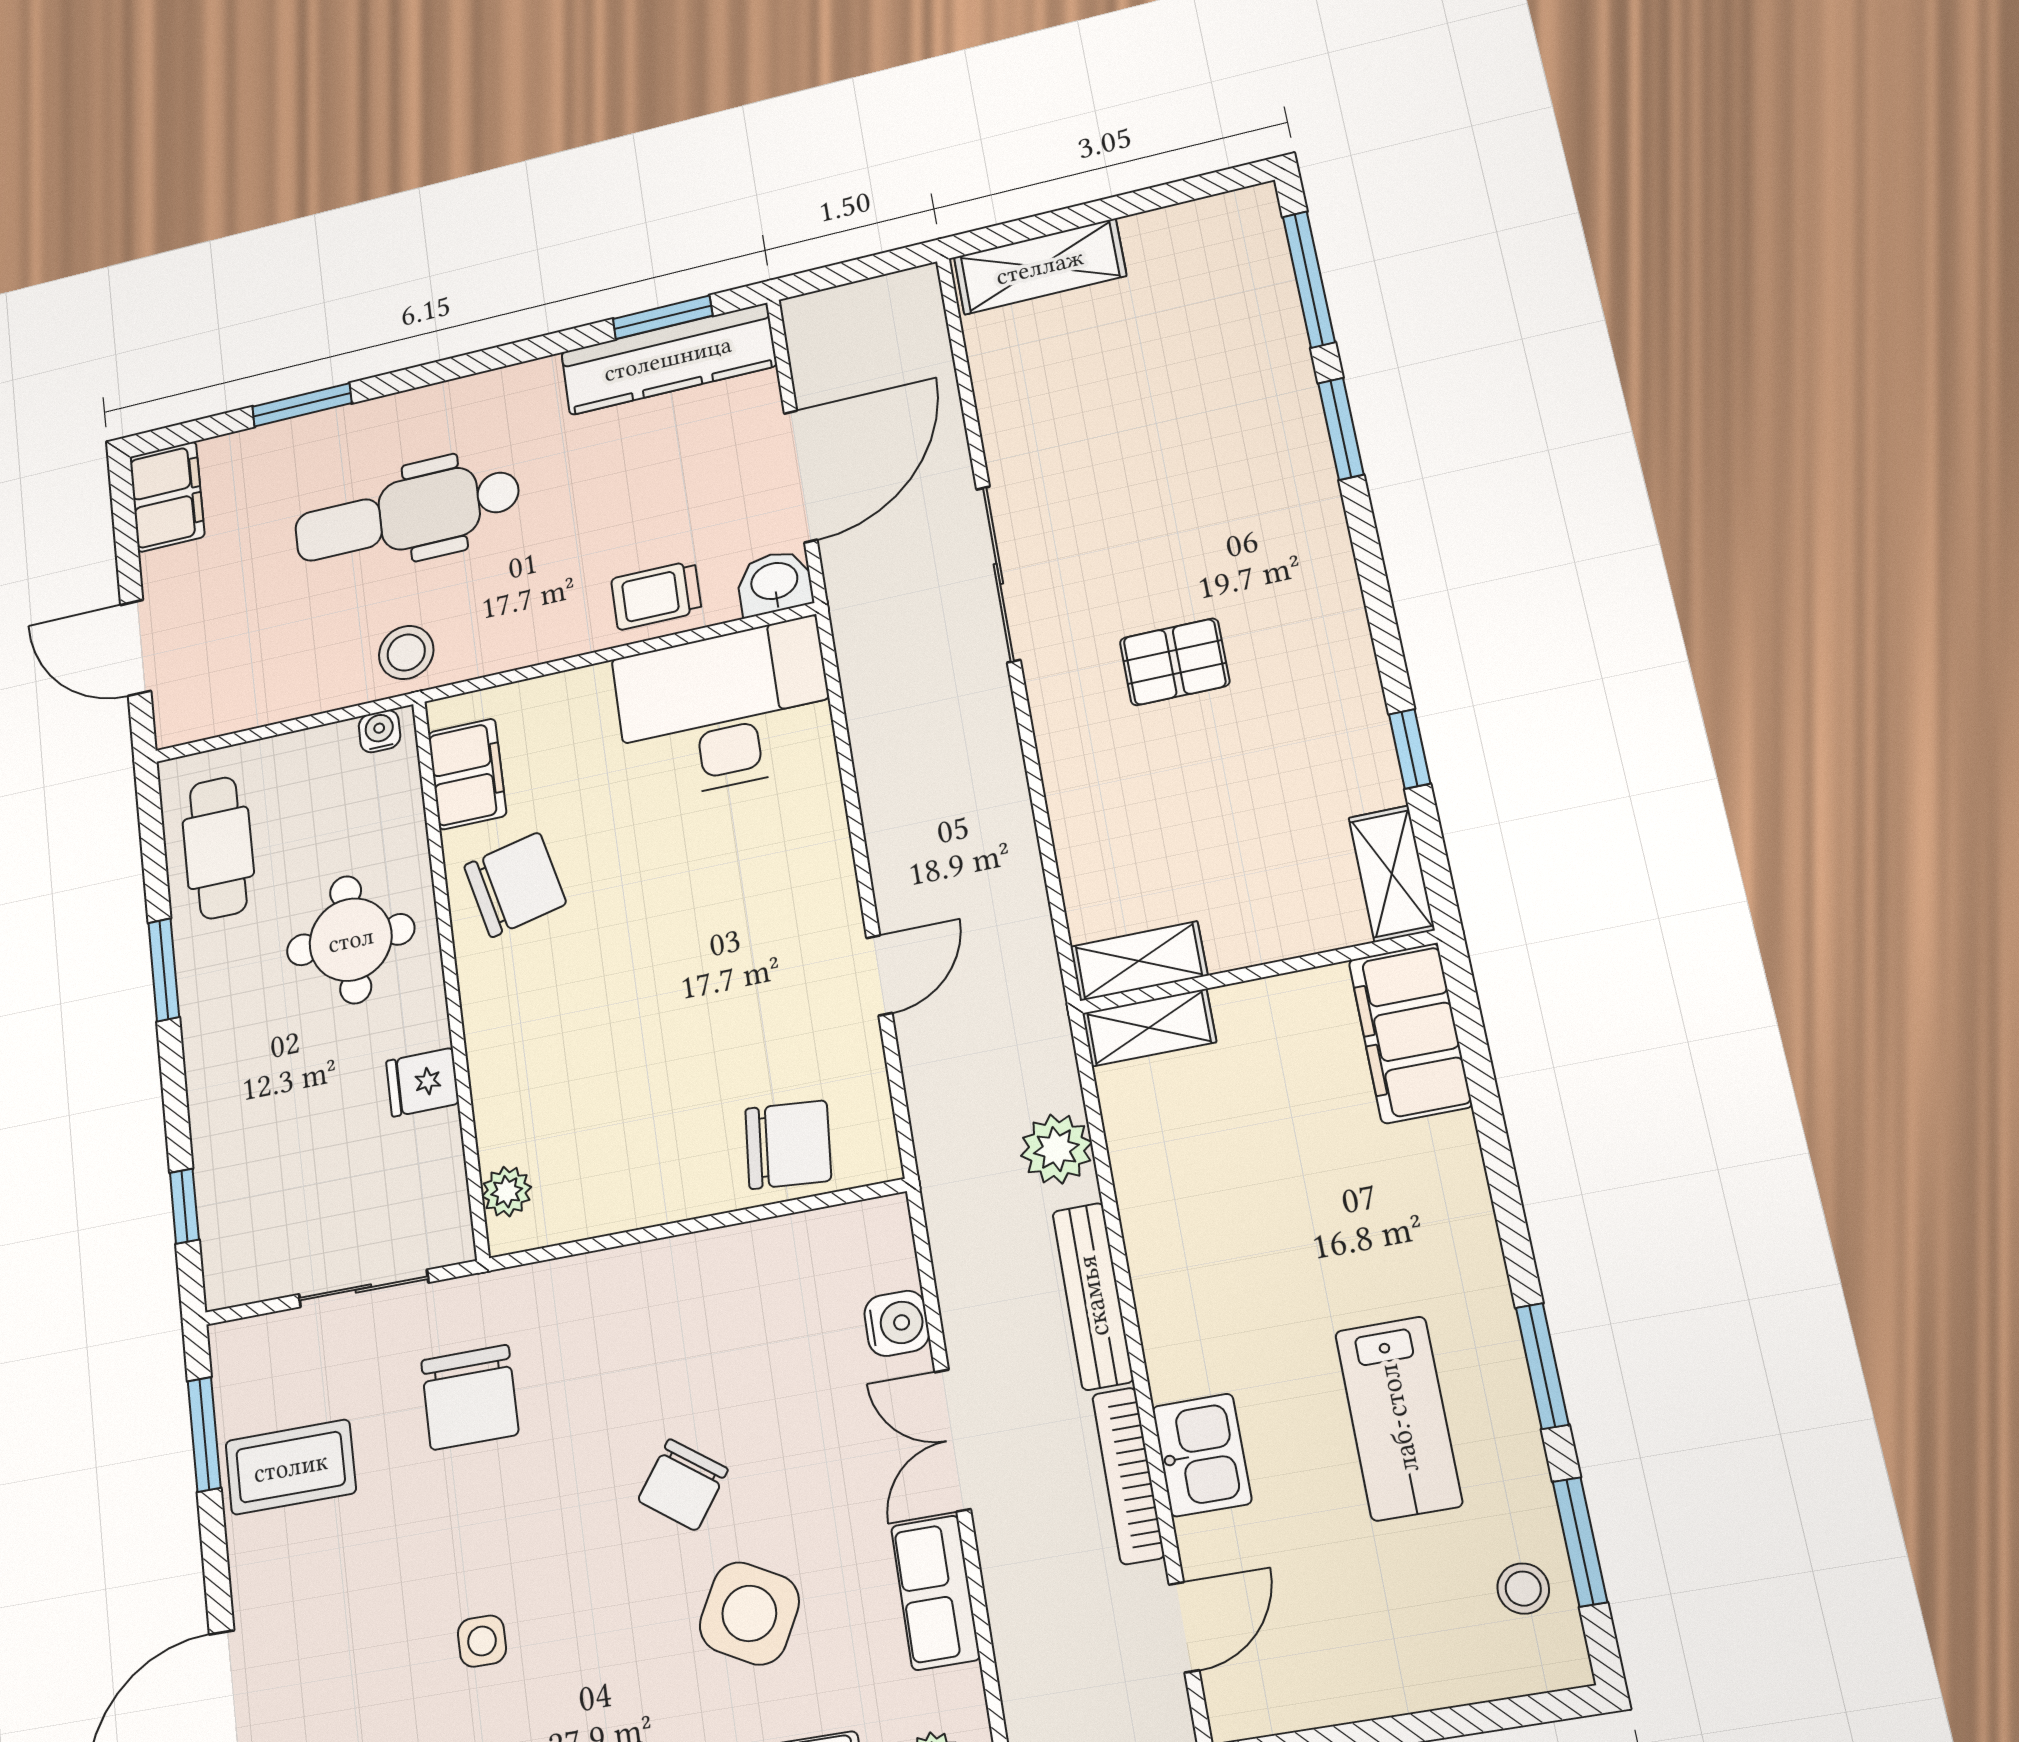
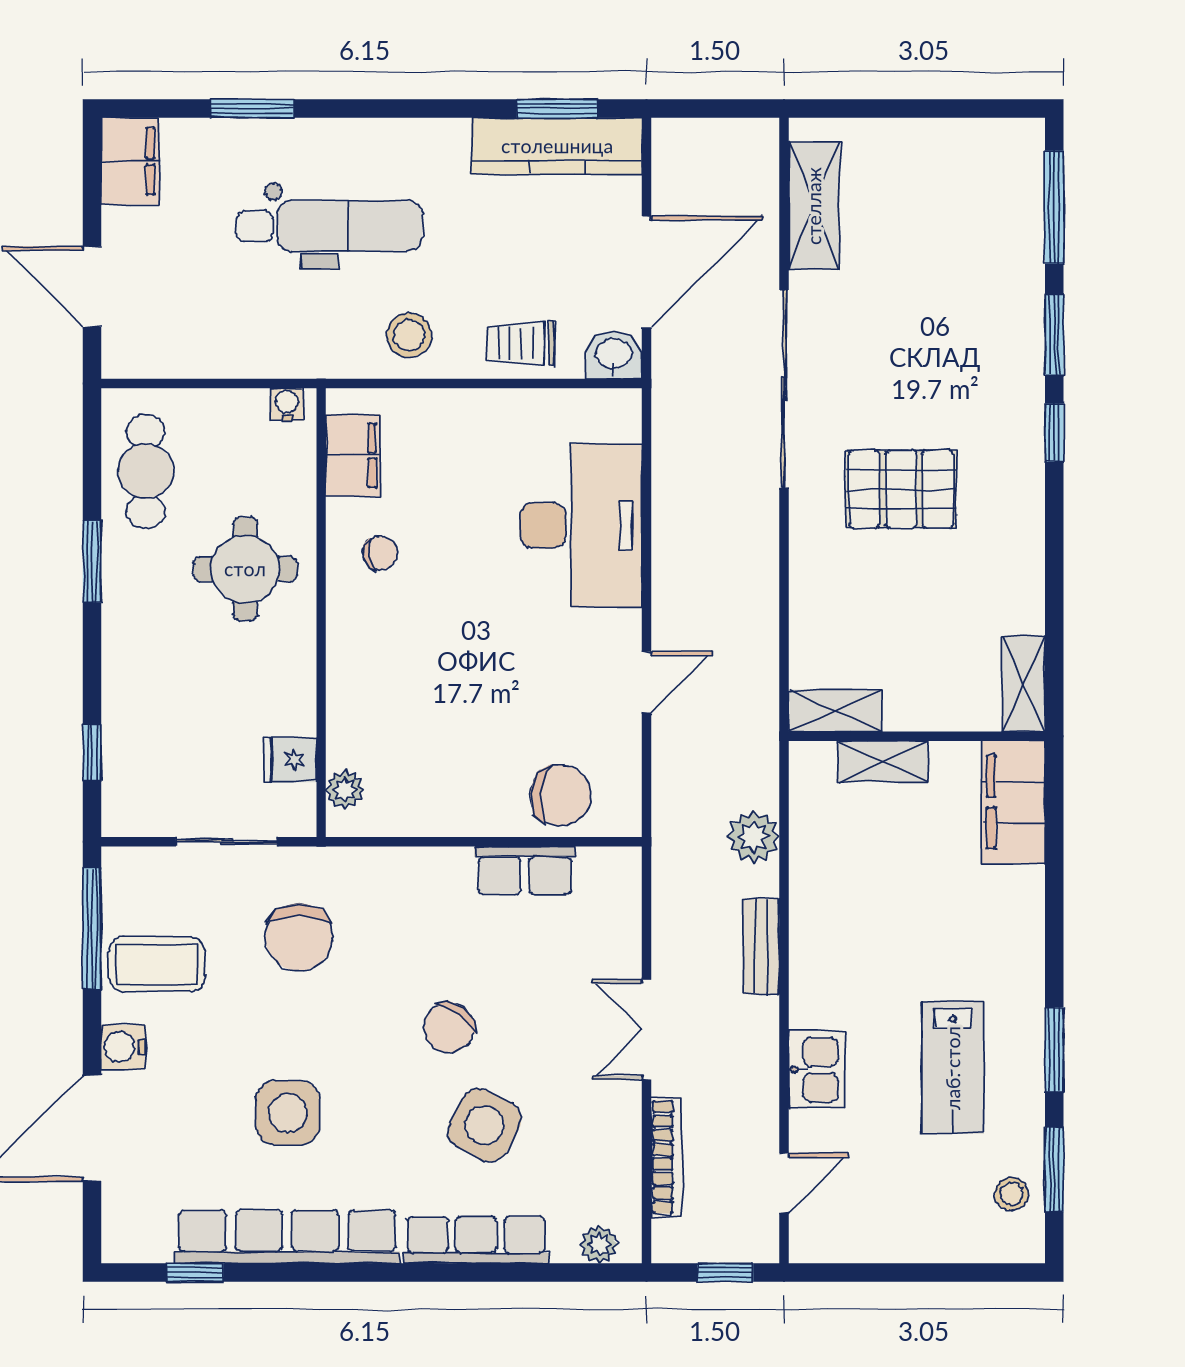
shelving: (1040, 267) -> (814, 206), moved, turned 90
dental chair: (407, 514) -> (329, 226), turned 180
sliding door: (998, 574) -> (784, 389), width x1.36
stool: (406, 653) -> (409, 335), moved
pallet: (1175, 662) -> (901, 489), width x1.50, depth x1.42
desk: (724, 710) -> (581, 525), moved, turned 90
window: (1410, 749) -> (1054, 433), moved
chair: (515, 885) -> (380, 553), width x0.54, depth x0.54
shelving: (1149, 1028) -> (883, 761), moved
fridge: (422, 1082) -> (290, 760), moved
bench: (1093, 1296) -> (761, 946), width x0.73
water cooler: (897, 1323) -> (123, 1047), moved, turned 180
window: (204, 1434) -> (92, 928), width x1.44
bookcase: (1128, 1476) -> (666, 1157), moved, turned 180
row of seats: (935, 1593) -> (525, 870), moved, turned -90
side table: (482, 1641) -> (288, 1113), width x1.87, depth x1.87

